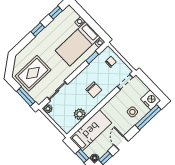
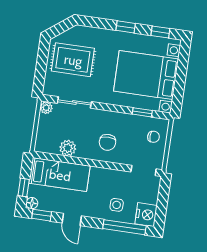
bed with nightstands: (78, 44) -> (146, 75), width x1.36
window: (26, 97) -> (40, 72), removed
door: (121, 143) -> (72, 219), swing flipped

